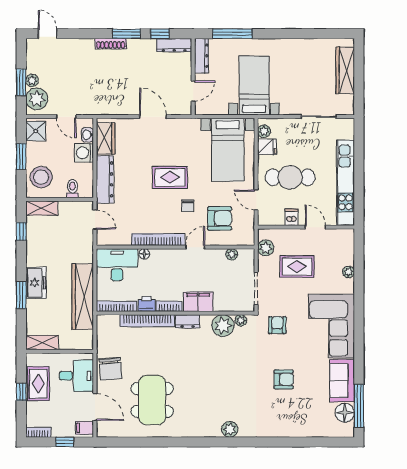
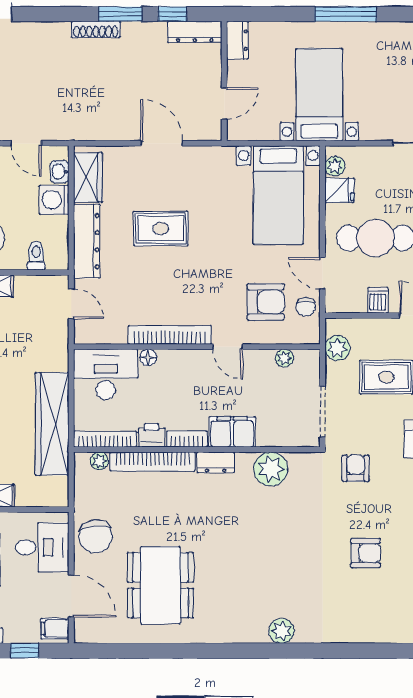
window: (232, 34) -> (346, 14), moved
dresser: (201, 56) -> (237, 40), width x0.70
rug: (170, 177) -> (161, 228), moved
chair: (188, 206) -> (306, 307), moved
door: (195, 247) -> (228, 347), swing flipped
plant: (241, 320) -> (99, 461), moved

